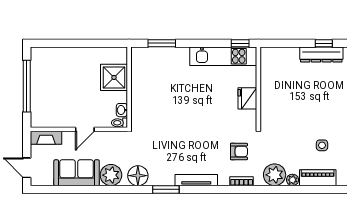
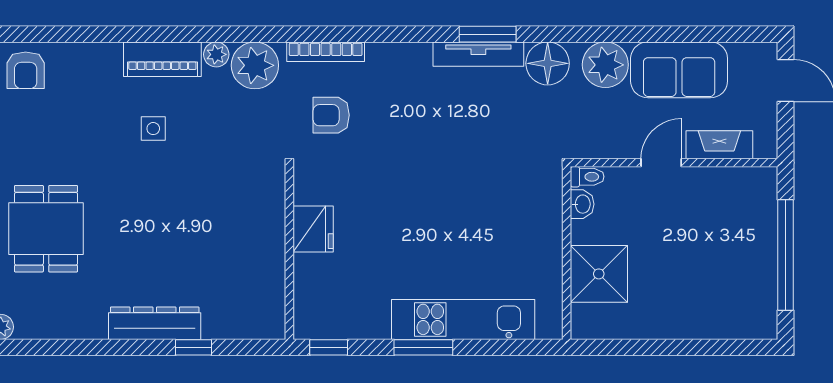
window: (162, 43) -> (423, 347), moved
window: (324, 43) -> (194, 347), moved
kitchen unit: (223, 56) -> (463, 319), moved
fireplace: (46, 138) -> (719, 145), moved
tv unit: (196, 180) -> (478, 54), moved
bookcase: (242, 181) -> (326, 52), width x1.56

